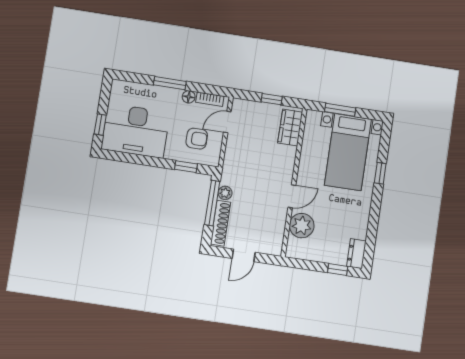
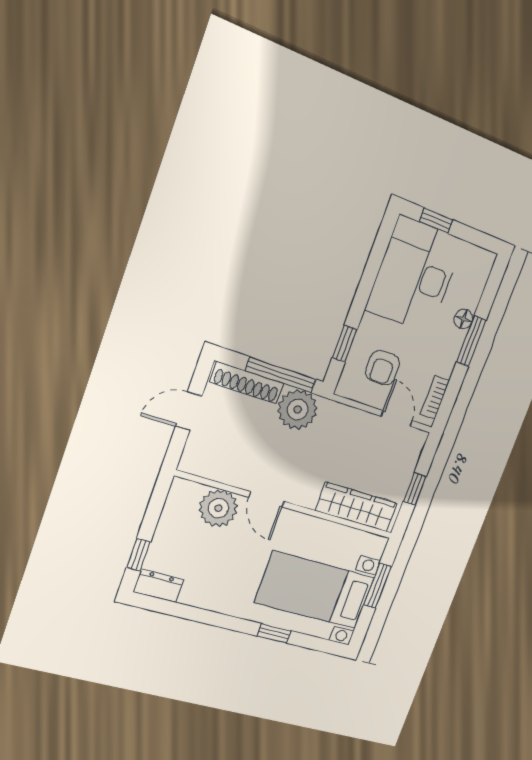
floor lamp: (189, 97) -> (464, 319), moved
wardrobe: (290, 128) -> (356, 507), width x1.50
plant: (225, 193) -> (298, 409), width x1.87, depth x1.87
door: (244, 255) -> (189, 411), hinge flipped

